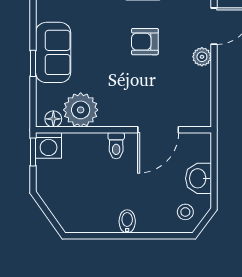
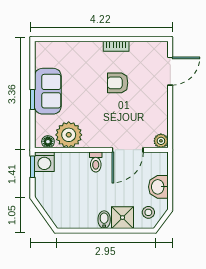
plant: (202, 57) -> (161, 141), moved
shower: (151, 219) -> (122, 218), added

